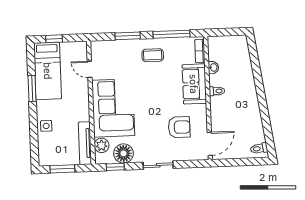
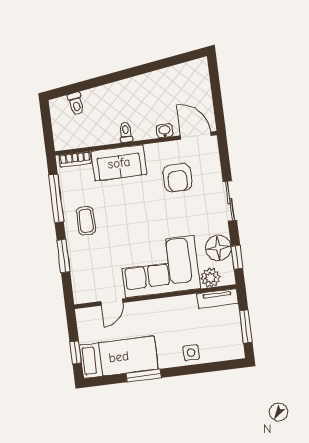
washbasin: (213, 67) -> (165, 131), moved
armchair: (179, 127) -> (177, 178), turned 180
tv unit: (85, 143) -> (217, 299), width x0.71
toilet: (259, 148) -> (76, 104), moved

